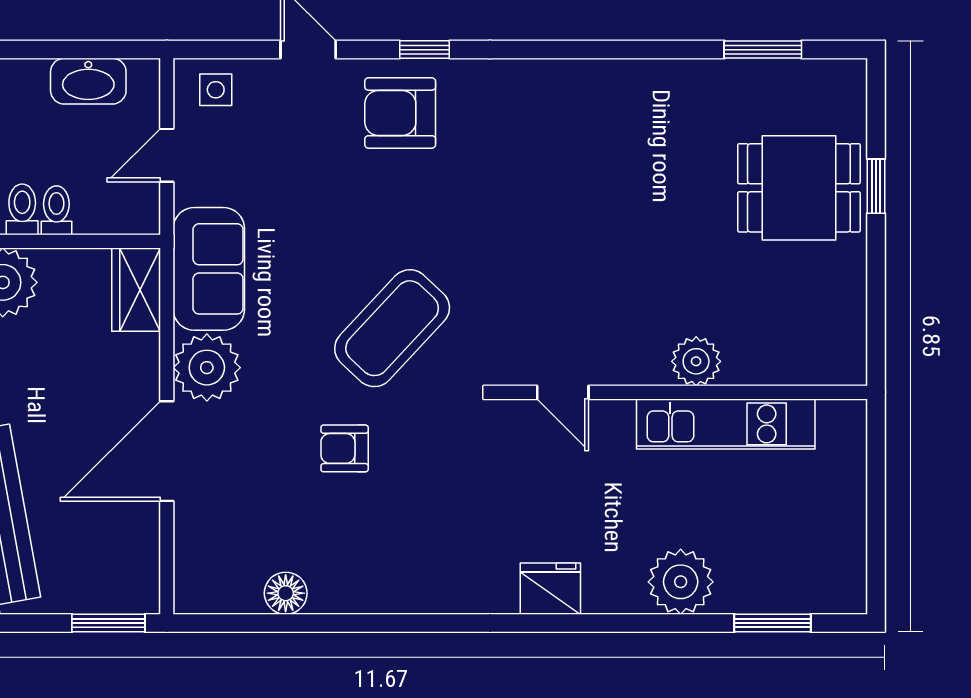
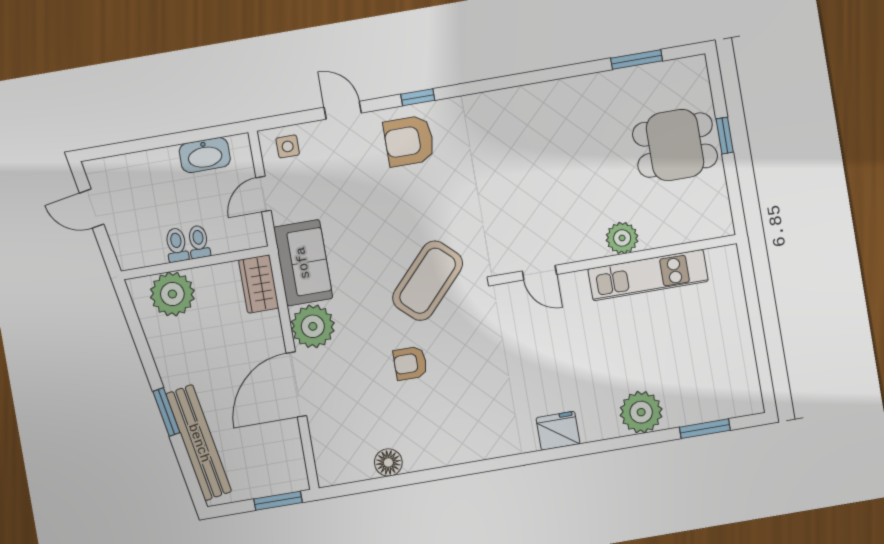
plant: (696, 361) -> (622, 238), moved
door: (563, 392) -> (539, 273), moved
wall: (682, 392) -> (616, 260), moved
kitchen unit: (726, 424) -> (648, 275), moved

